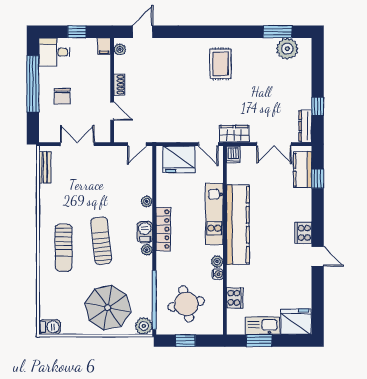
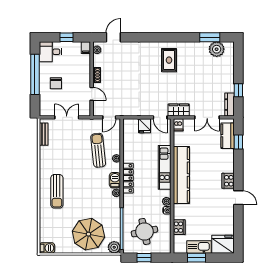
fridge: (179, 159) -> (145, 126), width x0.53, depth x0.75
sun lounger: (101, 241) -> (98, 150), moved

